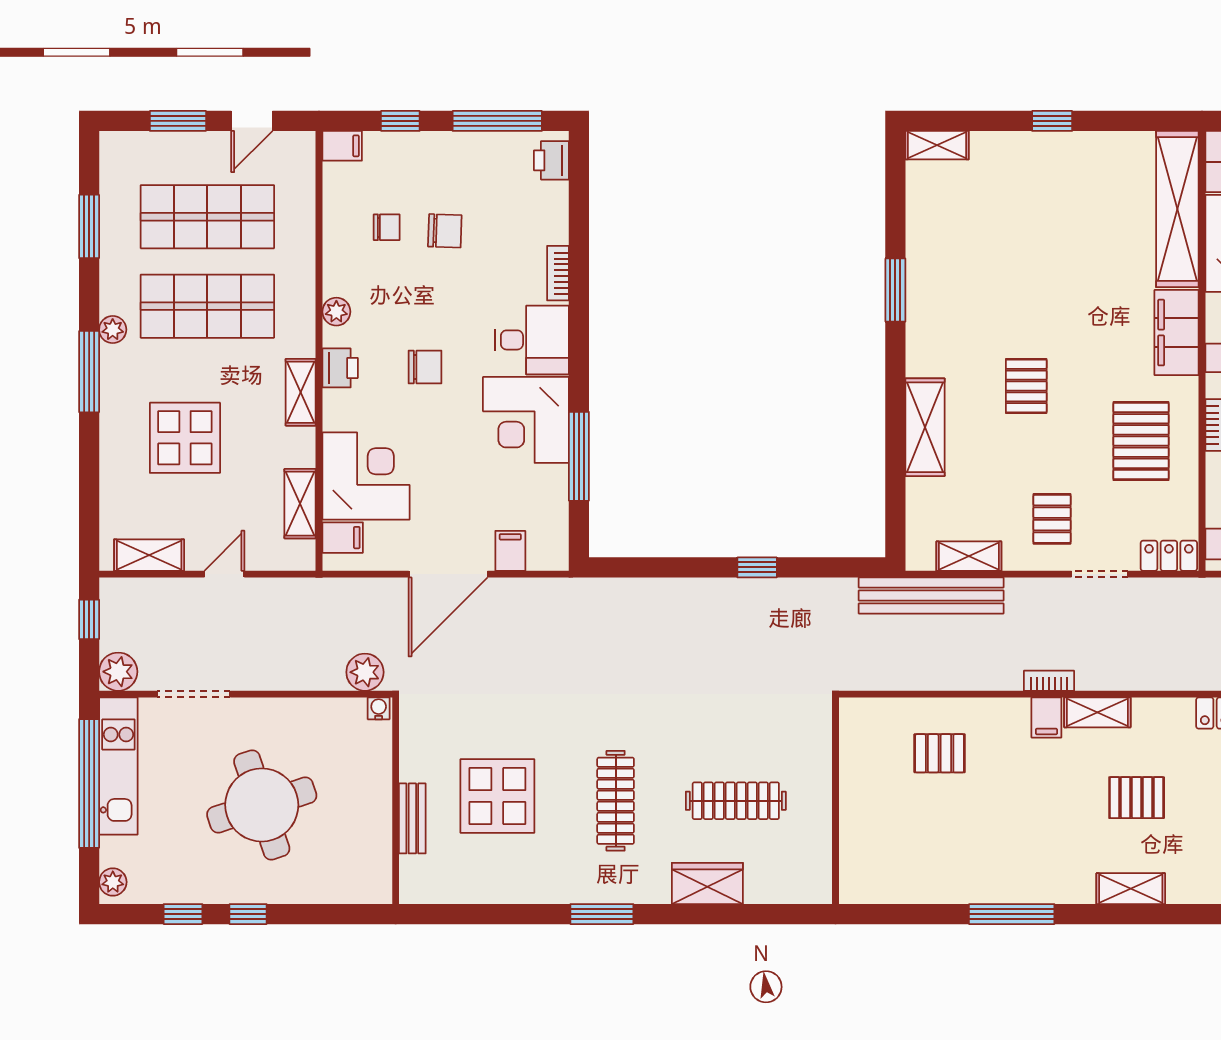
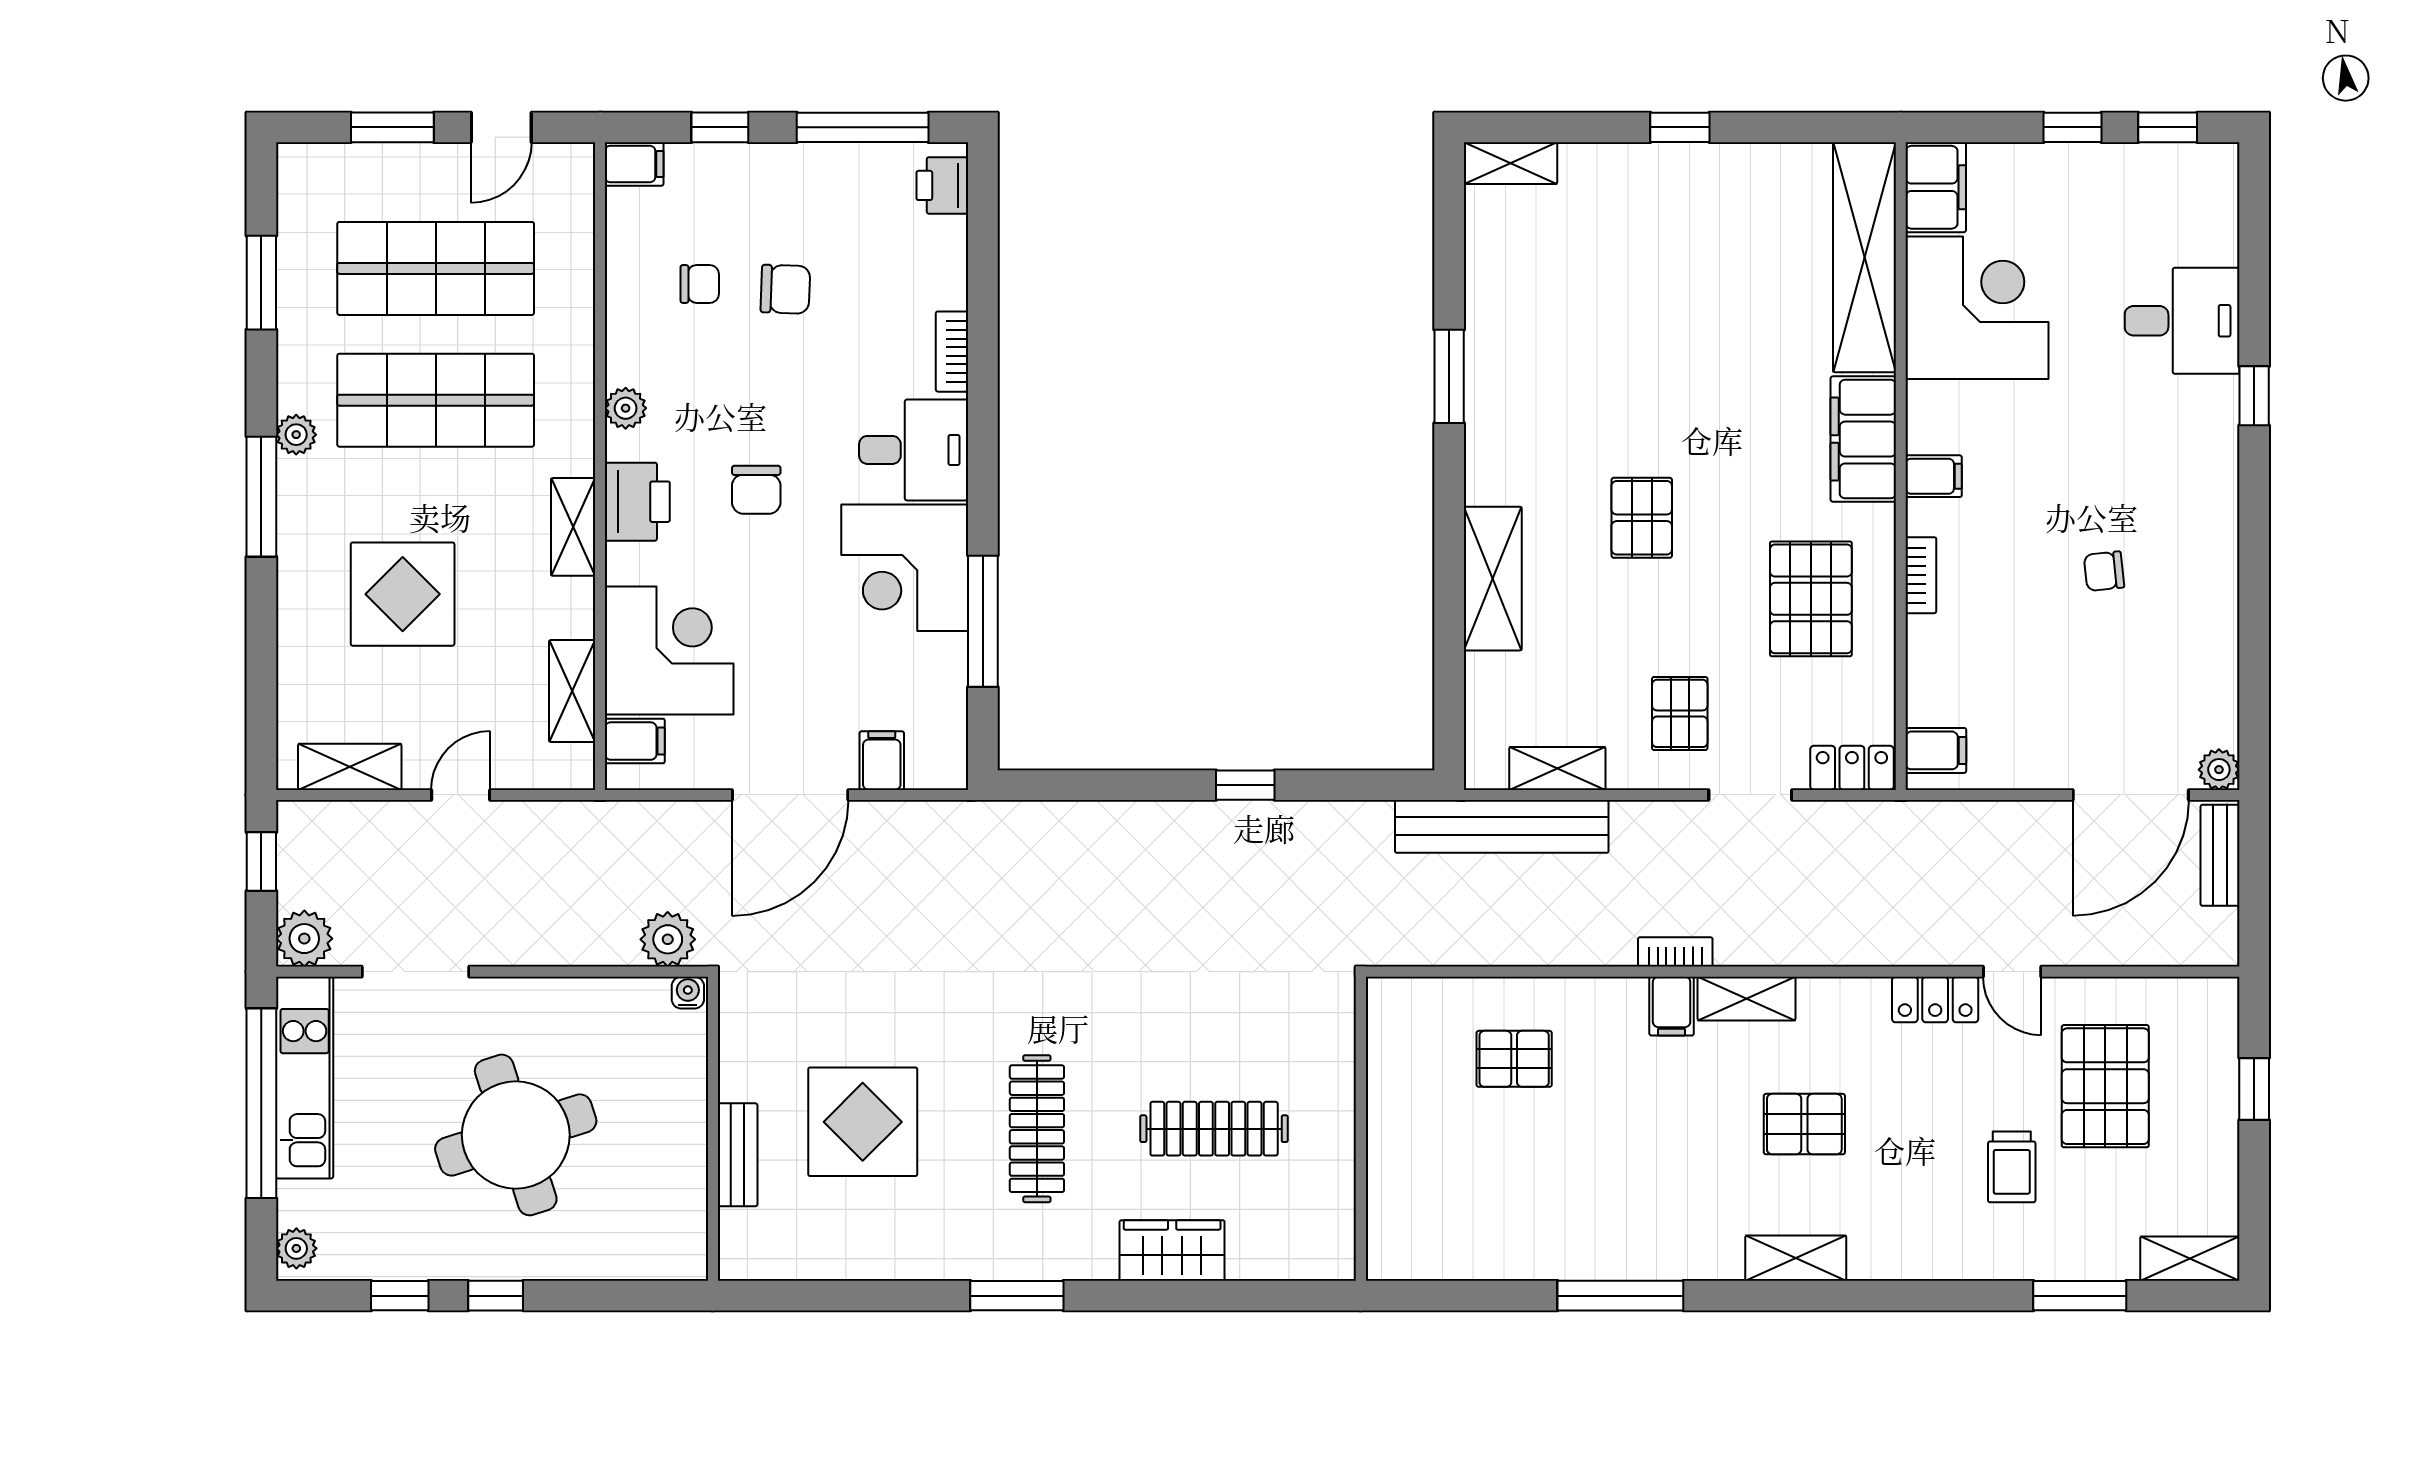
chair: (425, 367) -> (756, 490), turned 90
printer: (340, 368) -> (637, 502), width x1.36, depth x1.24

